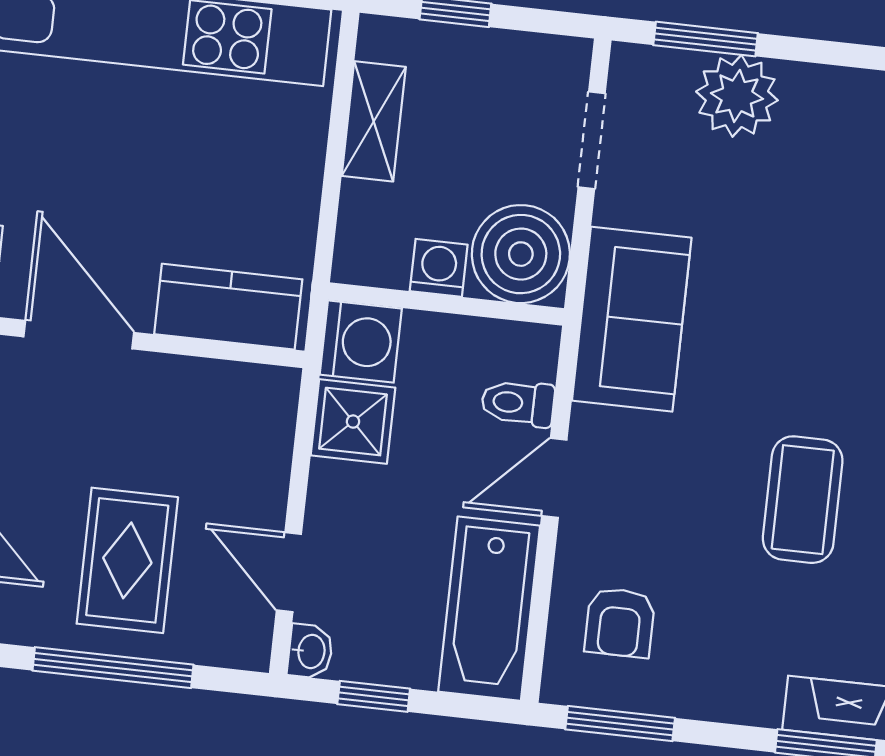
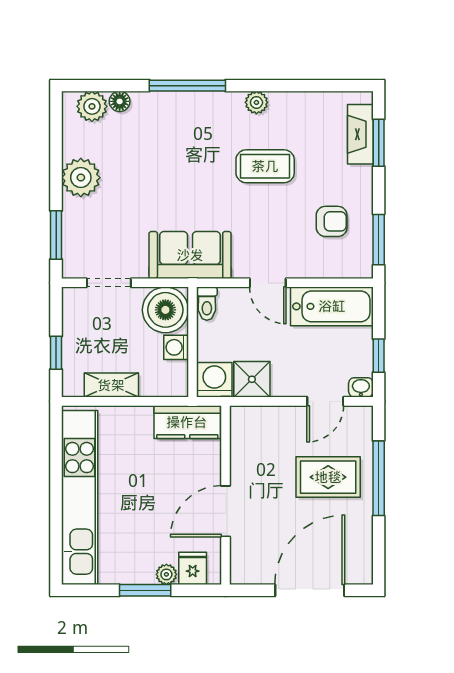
plant: (737, 96) -> (81, 178), moved
kitchen counter: (228, 307) -> (187, 422), moved, turned -90
toilet: (518, 403) -> (207, 304), moved
armchair: (620, 623) -> (332, 221), moved

